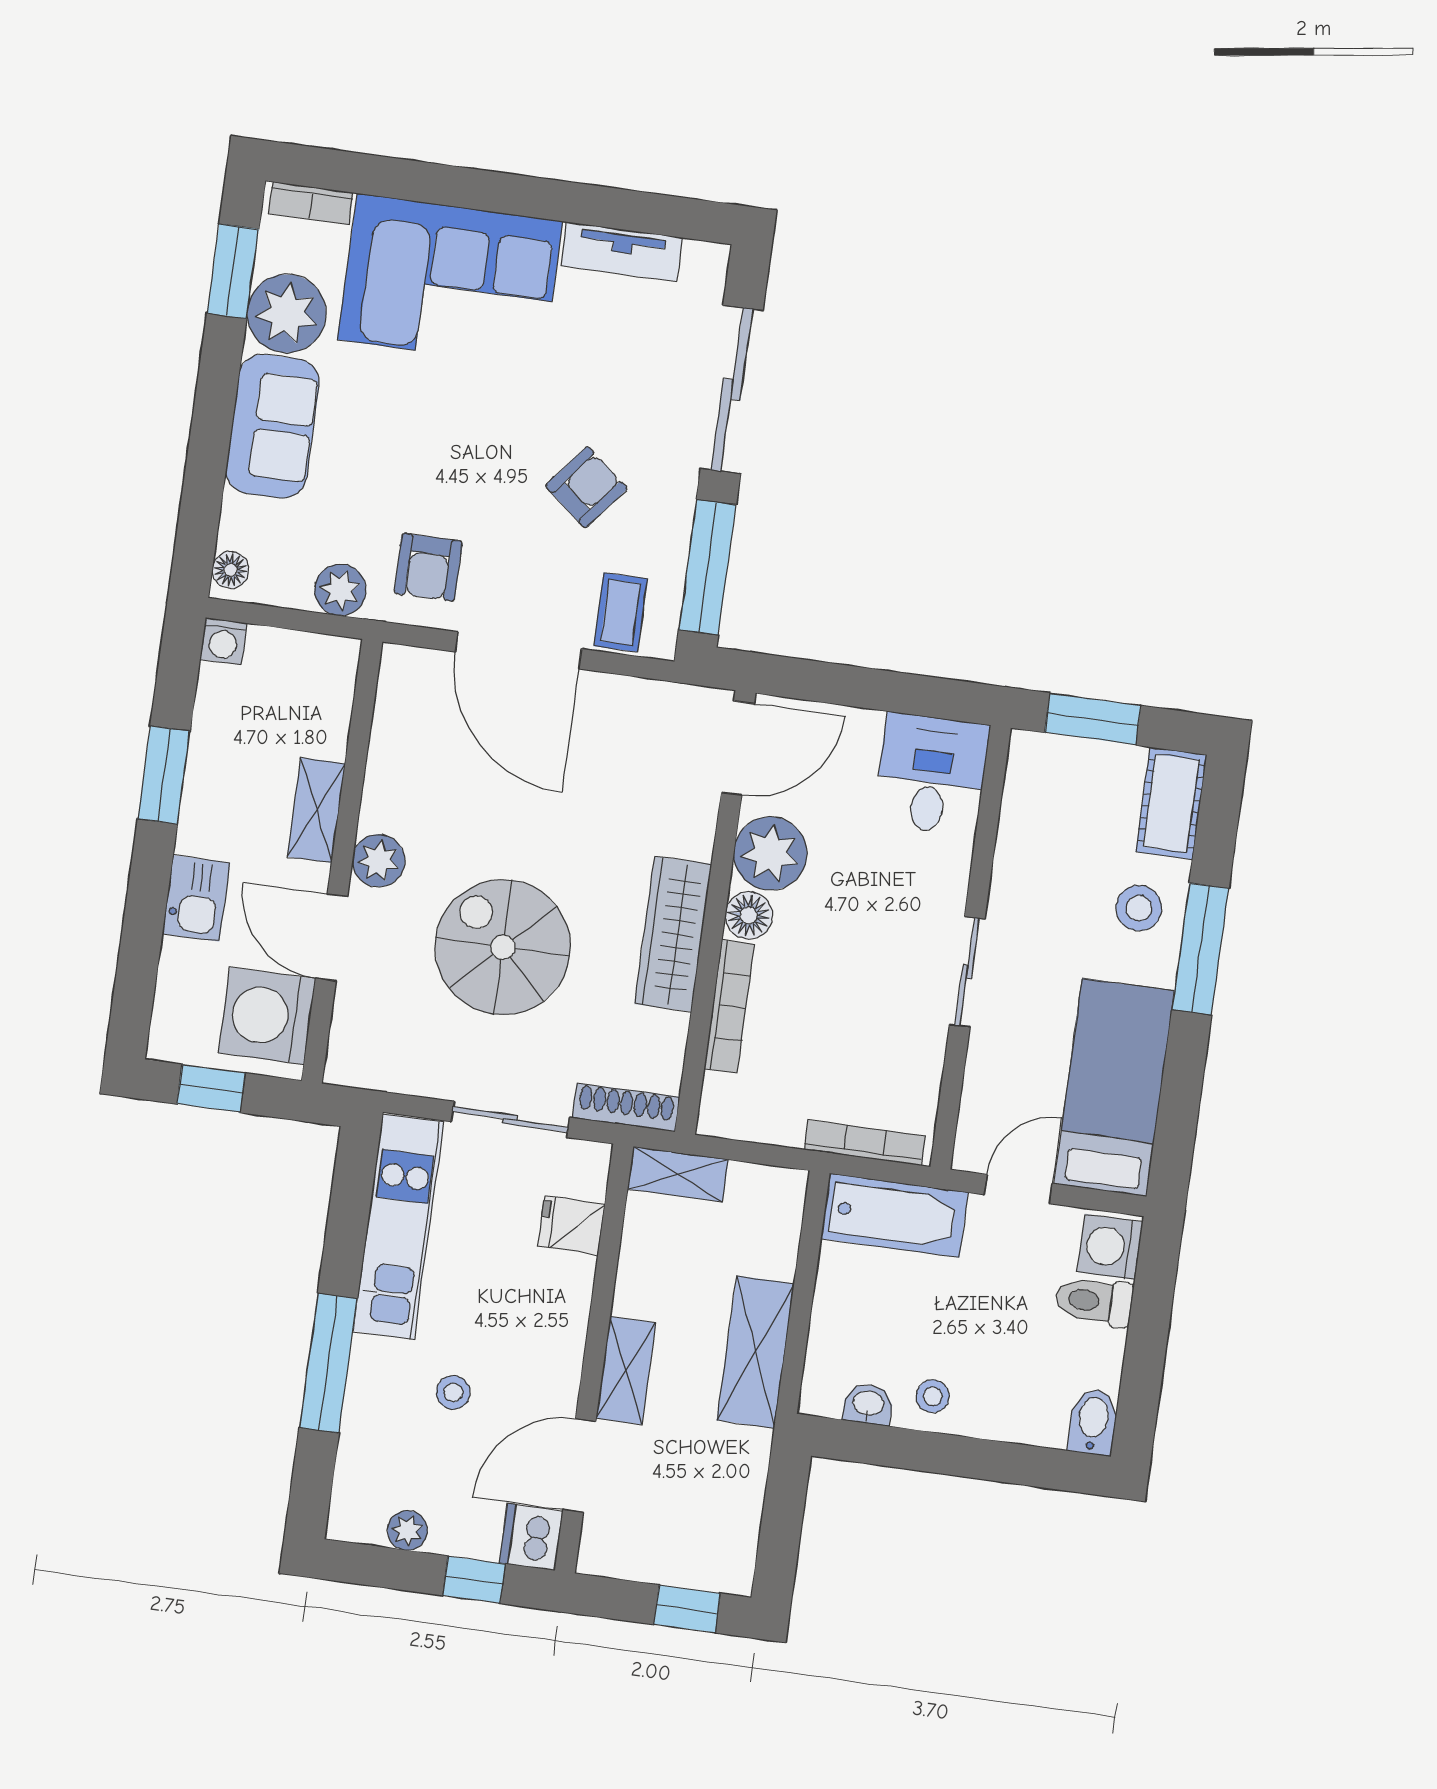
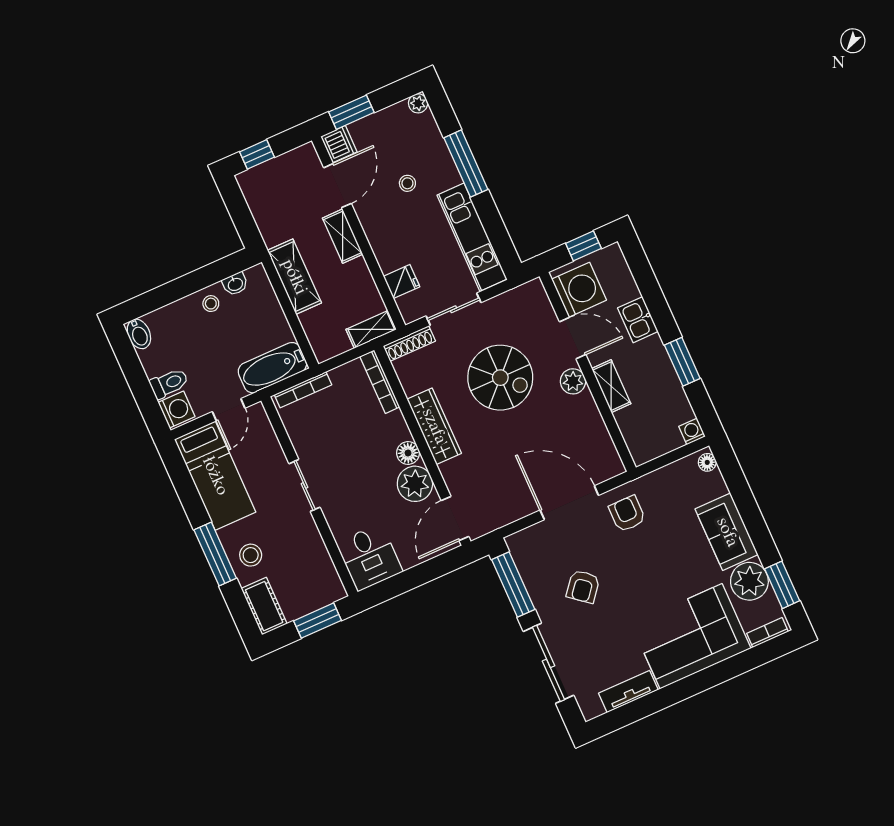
plant: (340, 590) -> (657, 482), removed
coffee table: (621, 612) -> (537, 544), removed
bookcase: (729, 1006) -> (380, 382), moved
plant: (407, 1530) -> (418, 103), moved
window: (474, 1580) -> (351, 112), width x1.50

